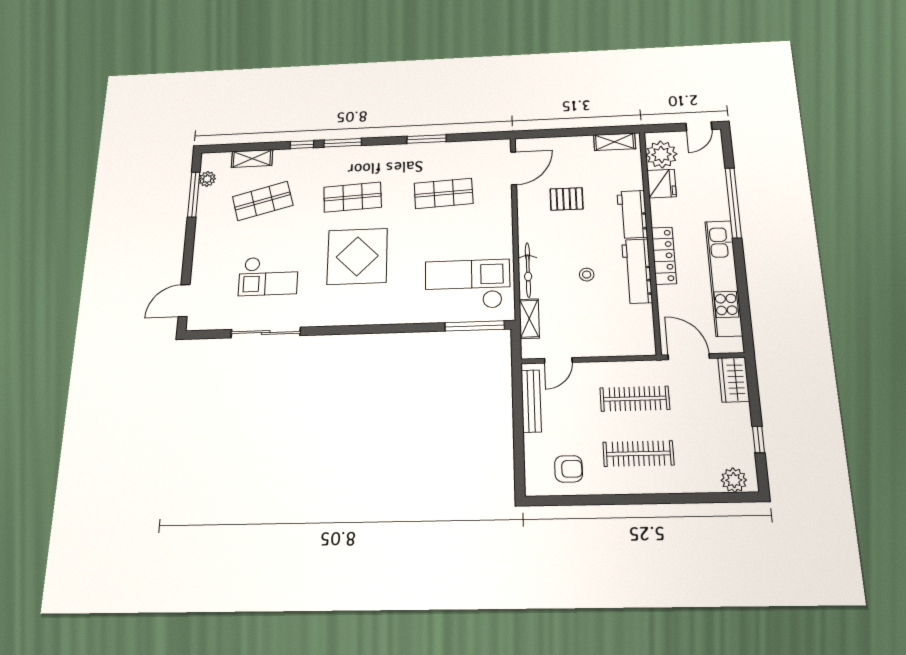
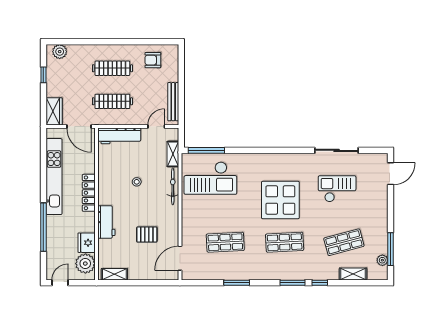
workbench: (637, 271) -> (119, 136), moved, turned 90

